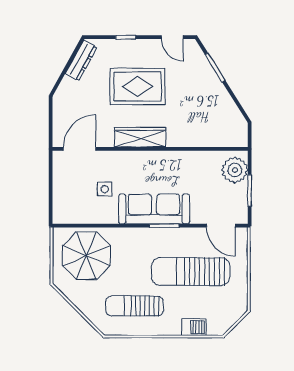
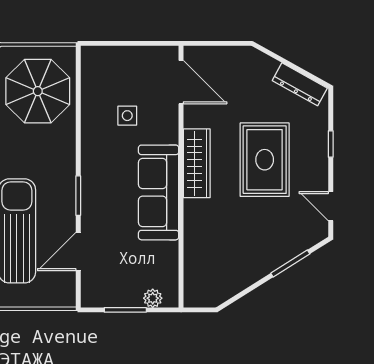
door: (172, 37) -> (331, 206), hinge flipped
plant: (235, 170) -> (153, 298), width x0.53, depth x0.53
sofa: (154, 209) -> (159, 192), moved, turned 180
door: (221, 226) -> (78, 252), moved

